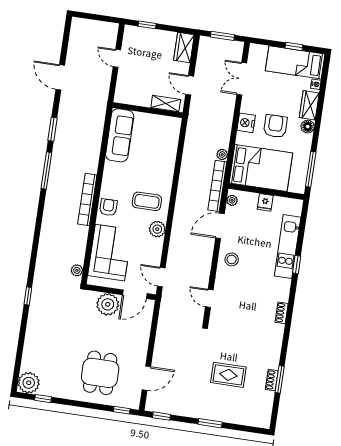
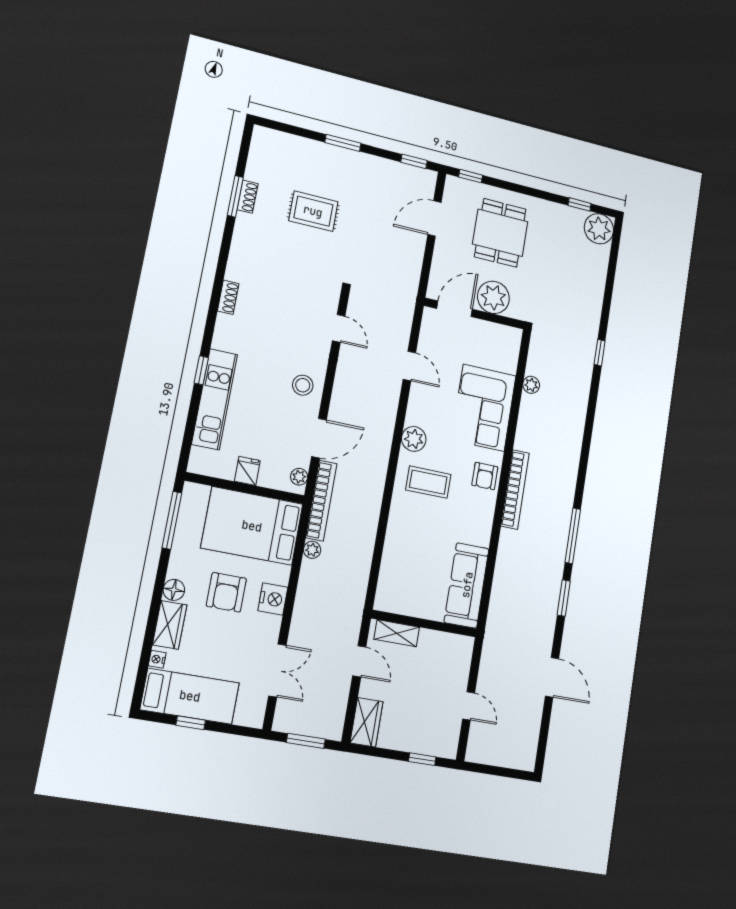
wall: (121, 292) -> (475, 314), moved
door: (135, 294) -> (455, 309), moved
plant: (108, 304) -> (493, 297), moved

